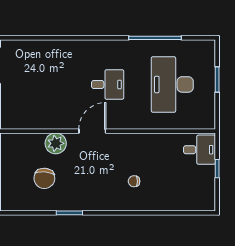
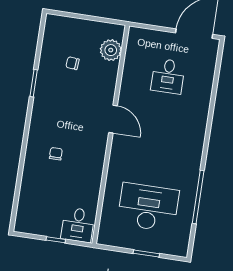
desk: (108, 84) -> (168, 76), moved
plant: (56, 143) -> (111, 50), moved
chair: (44, 178) -> (73, 63), width x0.54, depth x0.54

